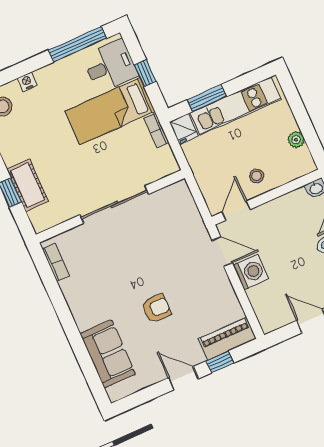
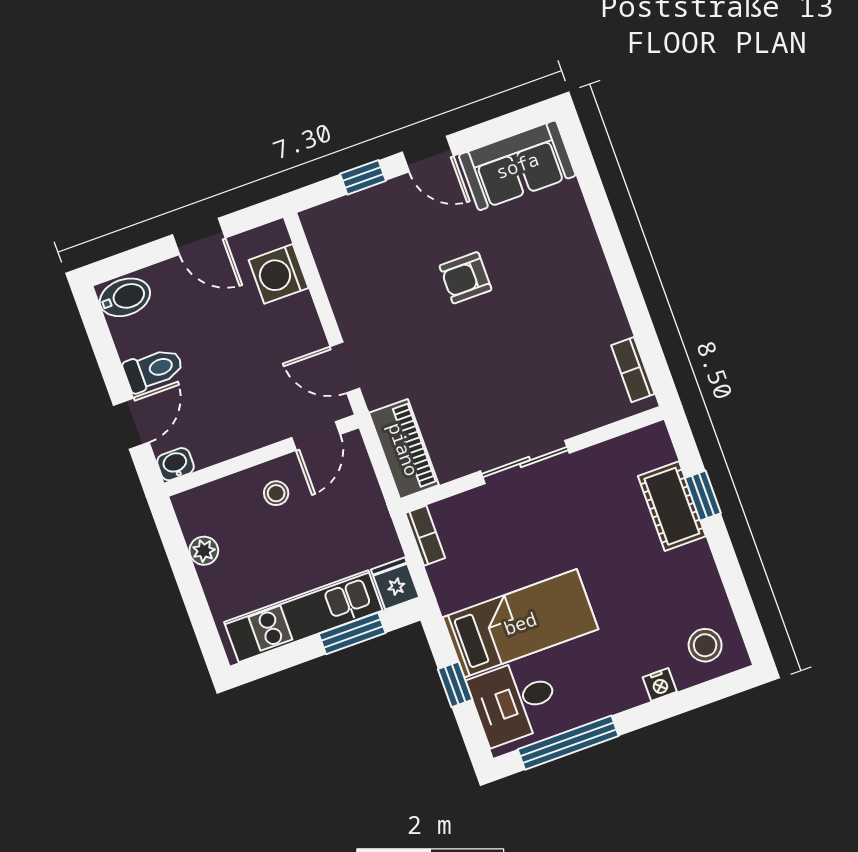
bookcase: (157, 130) -> (425, 536), moved
sliding door: (114, 205) -> (525, 462), width x0.73
washing machine: (251, 272) -> (279, 274), moved
piano: (227, 339) -> (404, 449), moved, turned -90
sofa: (108, 354) -> (517, 165), moved, turned -90

